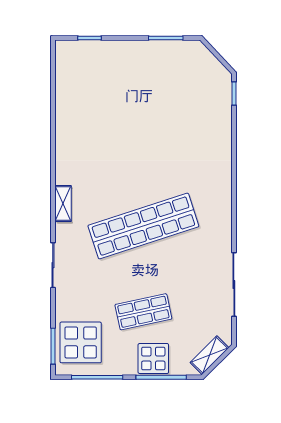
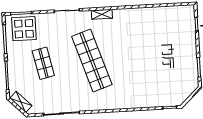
display table: (153, 359) -> (17, 70), removed

